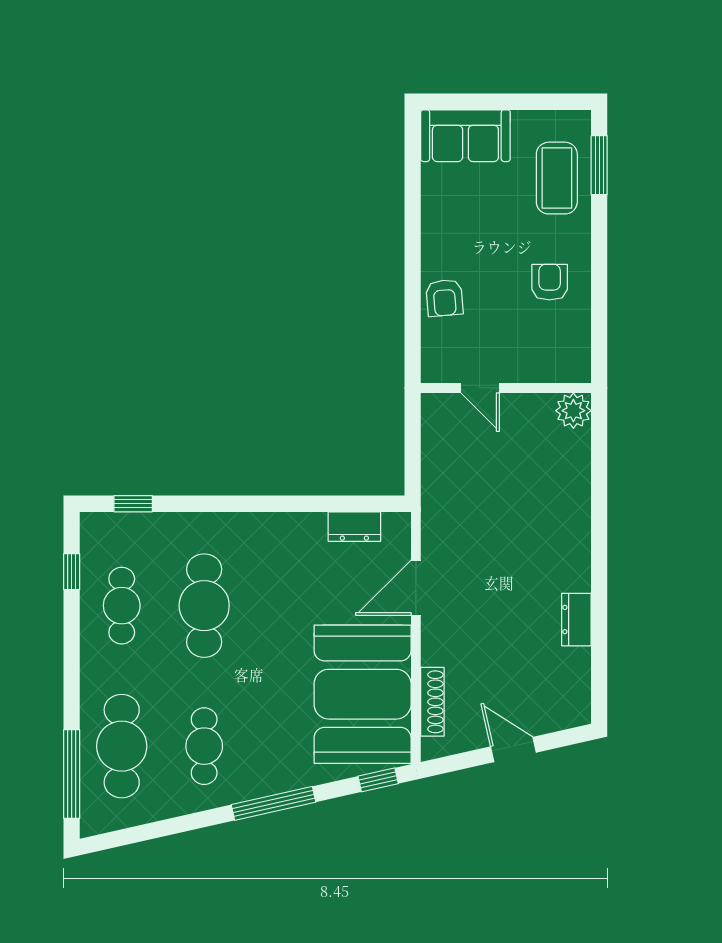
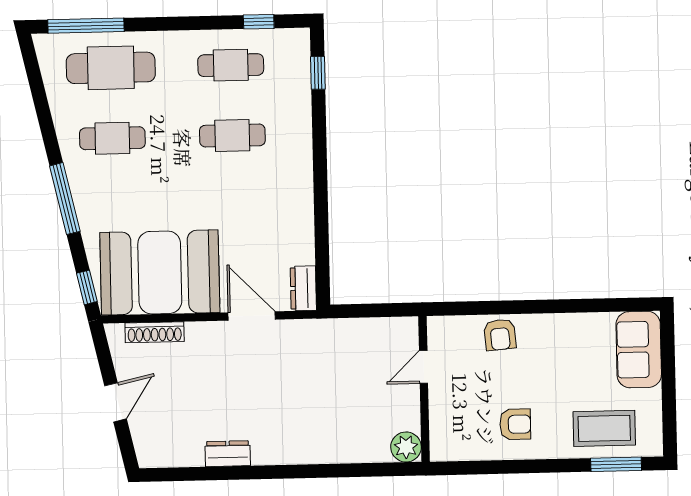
armchair: (444, 298) -> (500, 335), turned -90
dresser: (354, 527) -> (303, 288), moved
cafe table: (204, 606) -> (232, 136), width x0.73, depth x0.74

